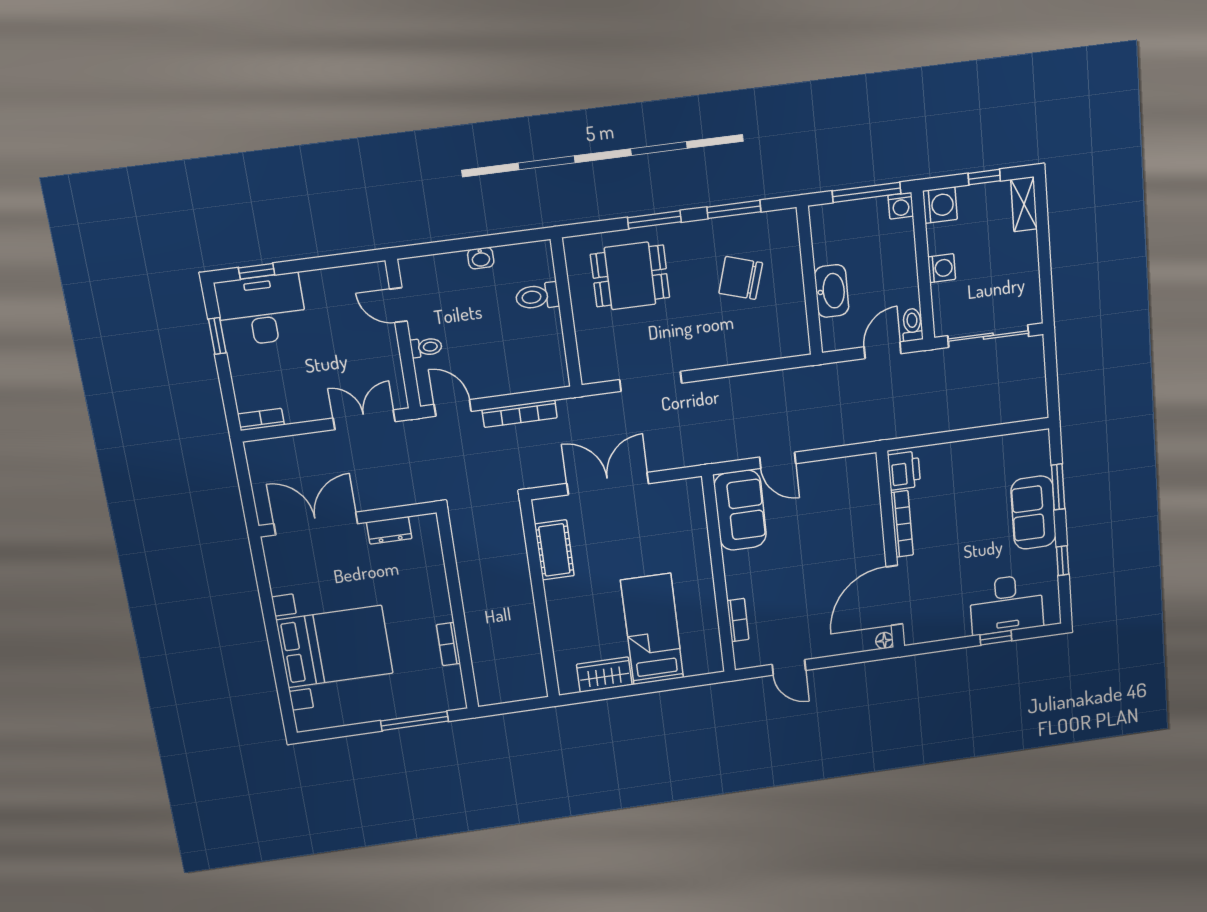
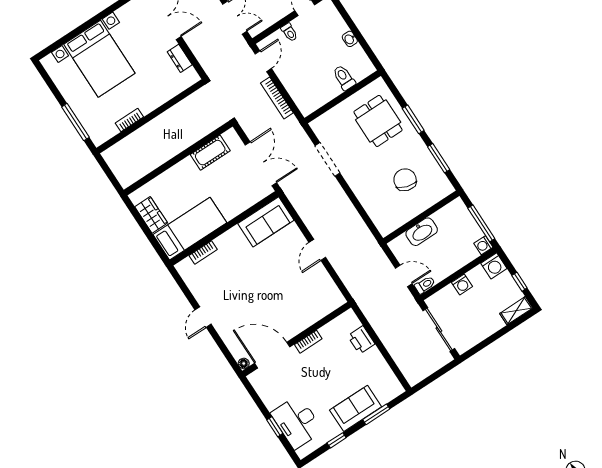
printer: (904, 471) -> (361, 340), moved, turned 90
sofa: (740, 510) -> (266, 222), moved
bookcase: (902, 524) -> (308, 342), width x0.64
wall: (719, 575) -> (224, 228), moved
bookcase: (738, 620) -> (203, 252), moved

